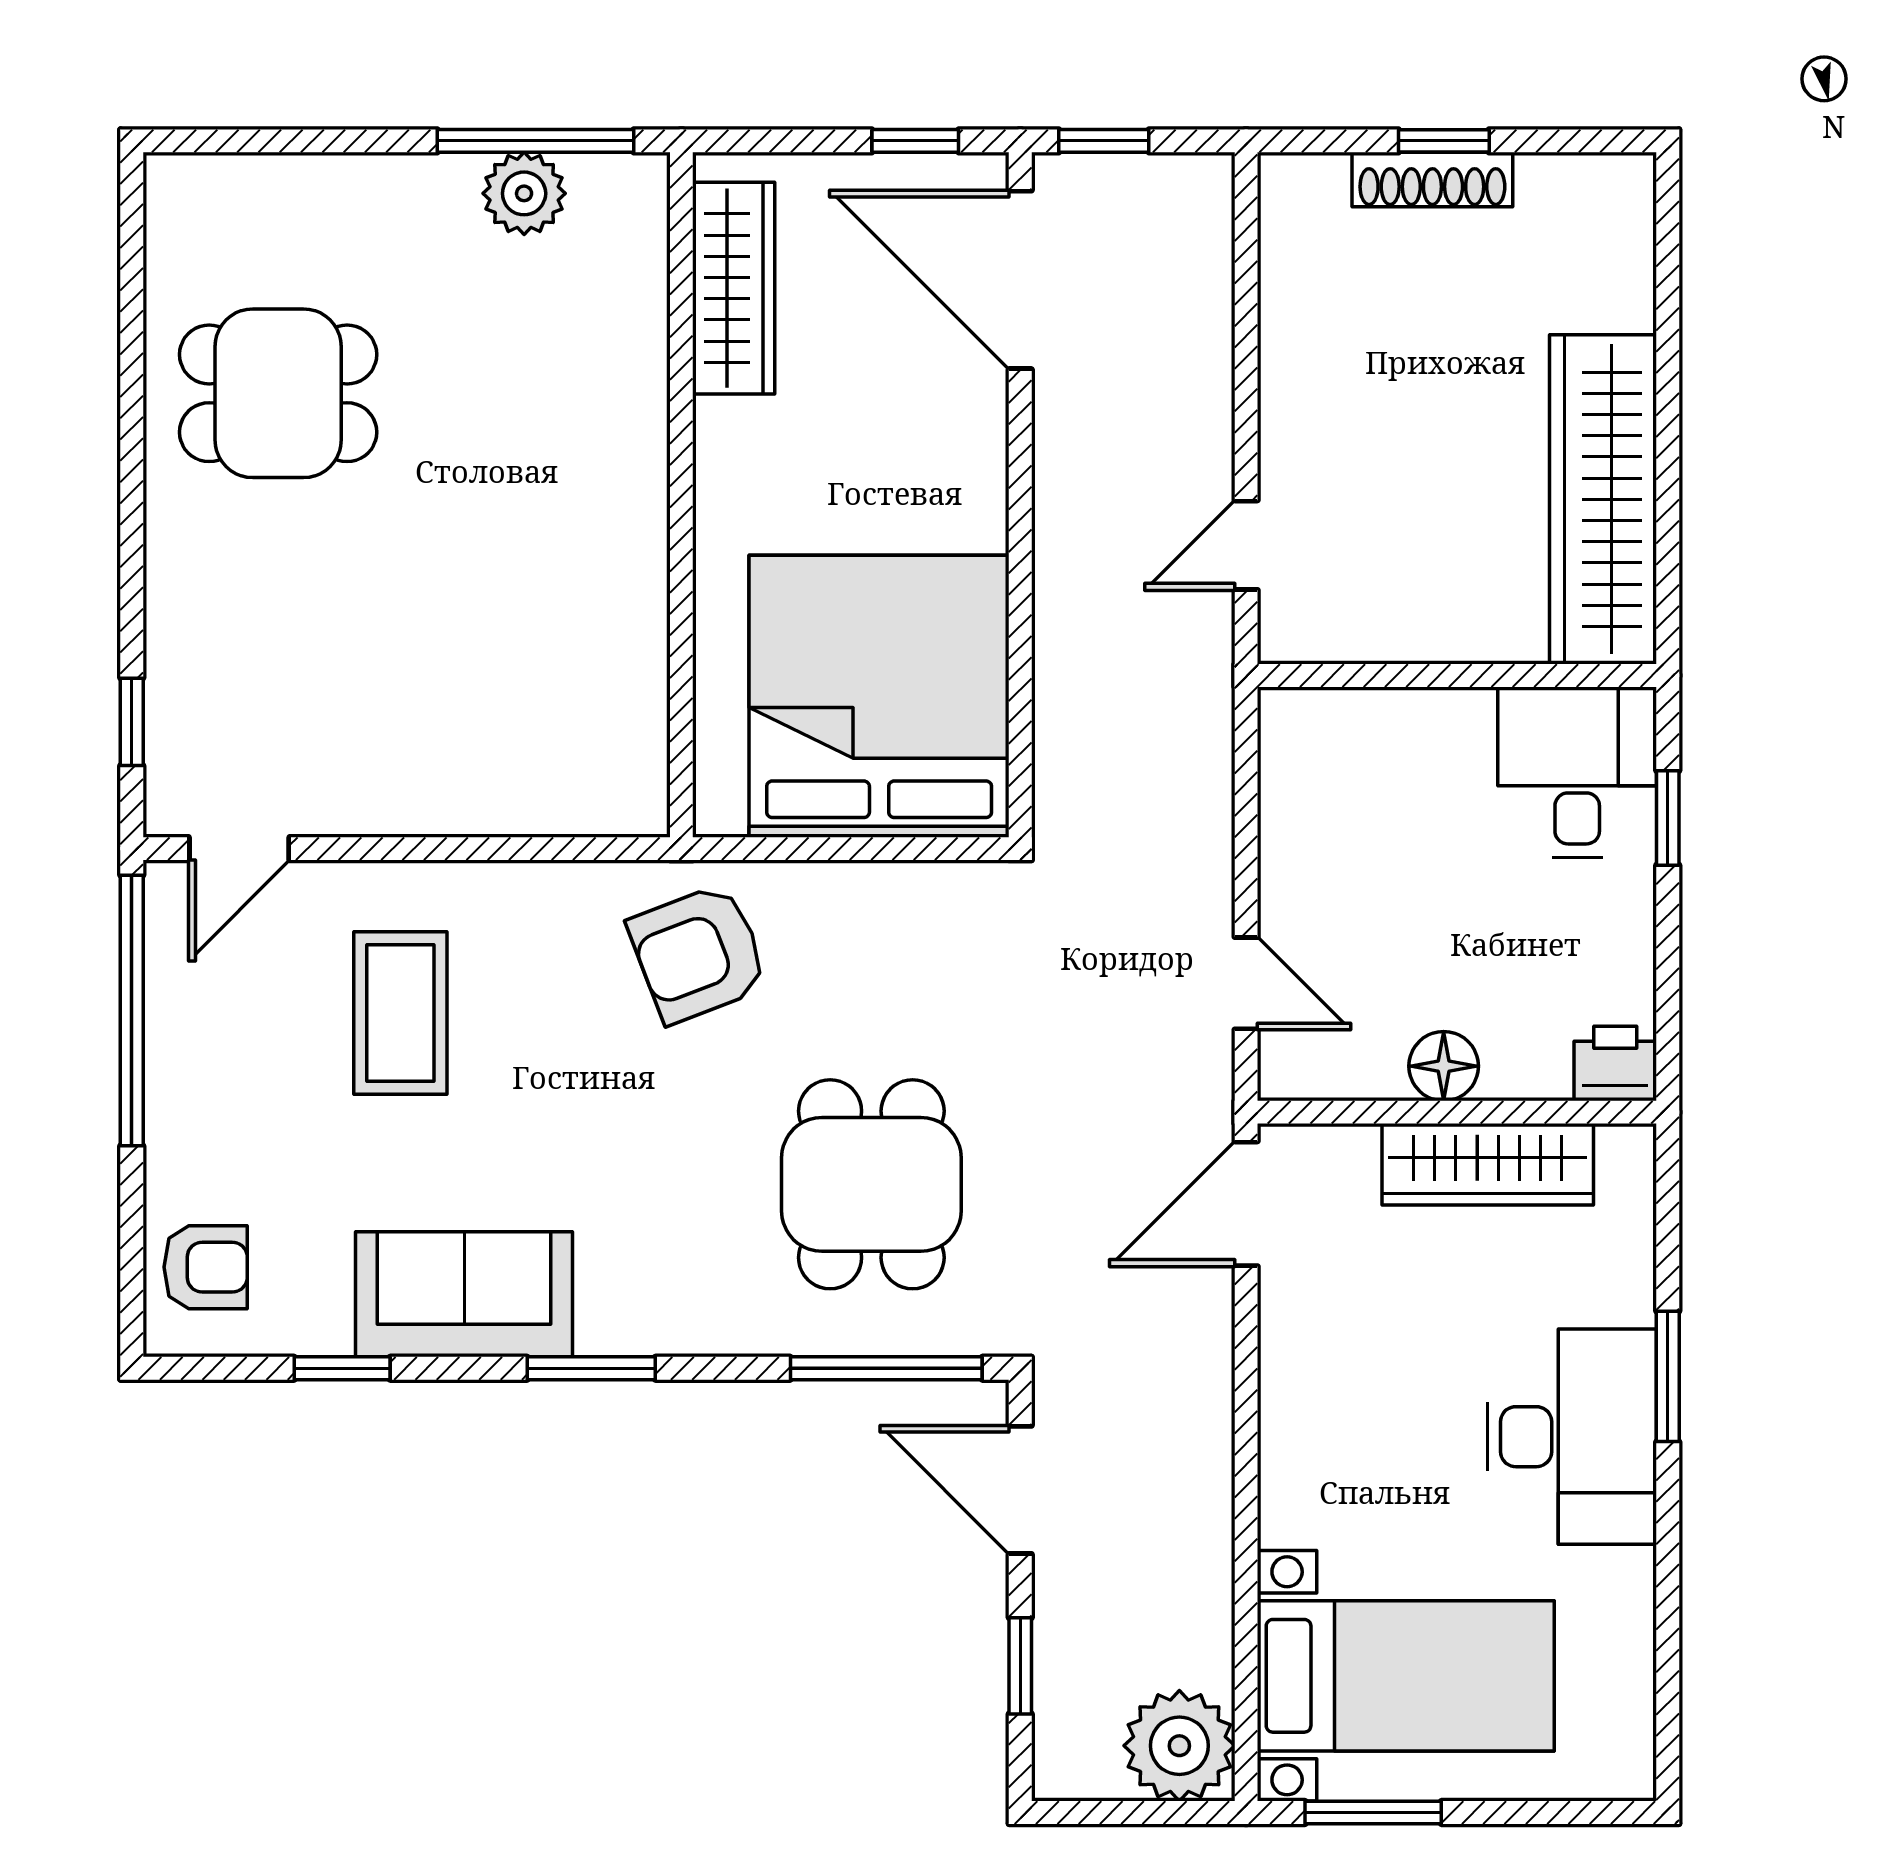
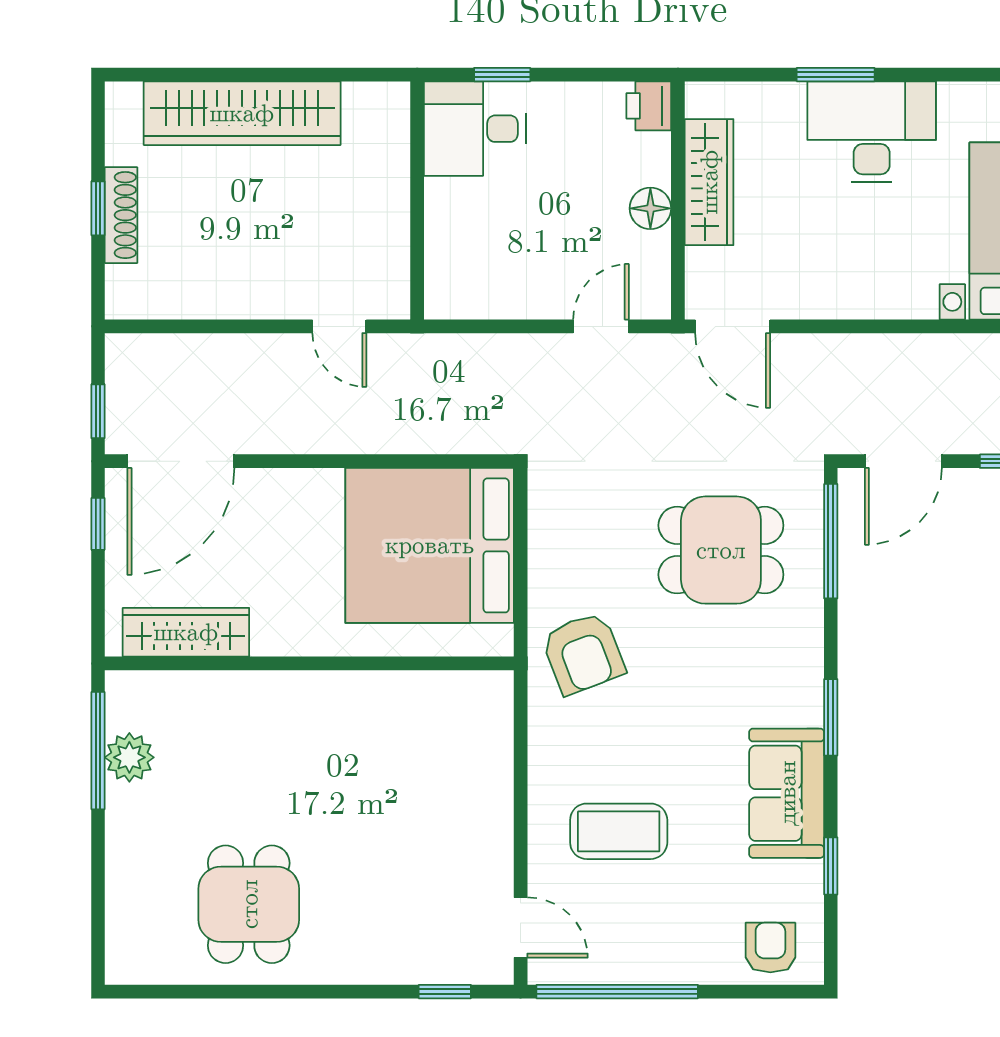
wardrobe: (1603, 499) -> (242, 113), moved

